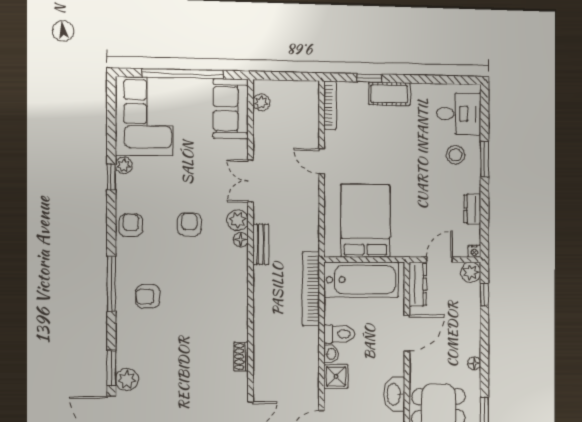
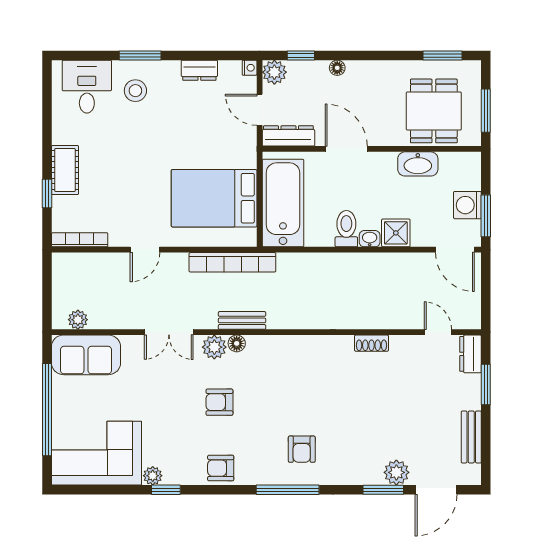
bookcase: (311, 289) -> (232, 262), moved
floor lamp: (474, 363) -> (337, 68), moved

